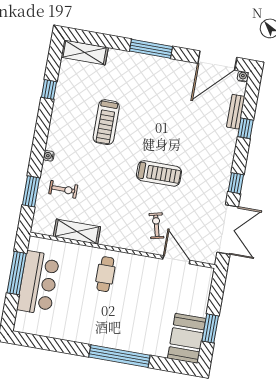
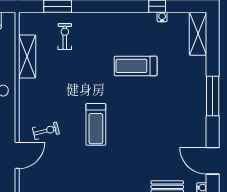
door: (217, 60) -> (213, 161), width x0.73
water cooler: (49, 156) -> (162, 17), moved
exercise bike: (63, 189) -> (65, 36), turned 180

